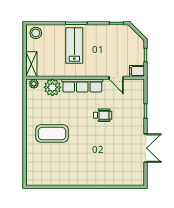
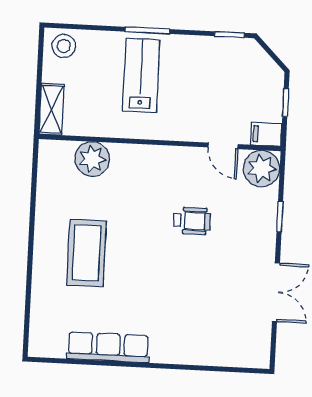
plant: (34, 84) -> (262, 168), moved, width x1.87, depth x1.87
row of seats: (82, 86) -> (108, 347), moved, turned 180
coffee table: (52, 134) -> (87, 253), turned 90

